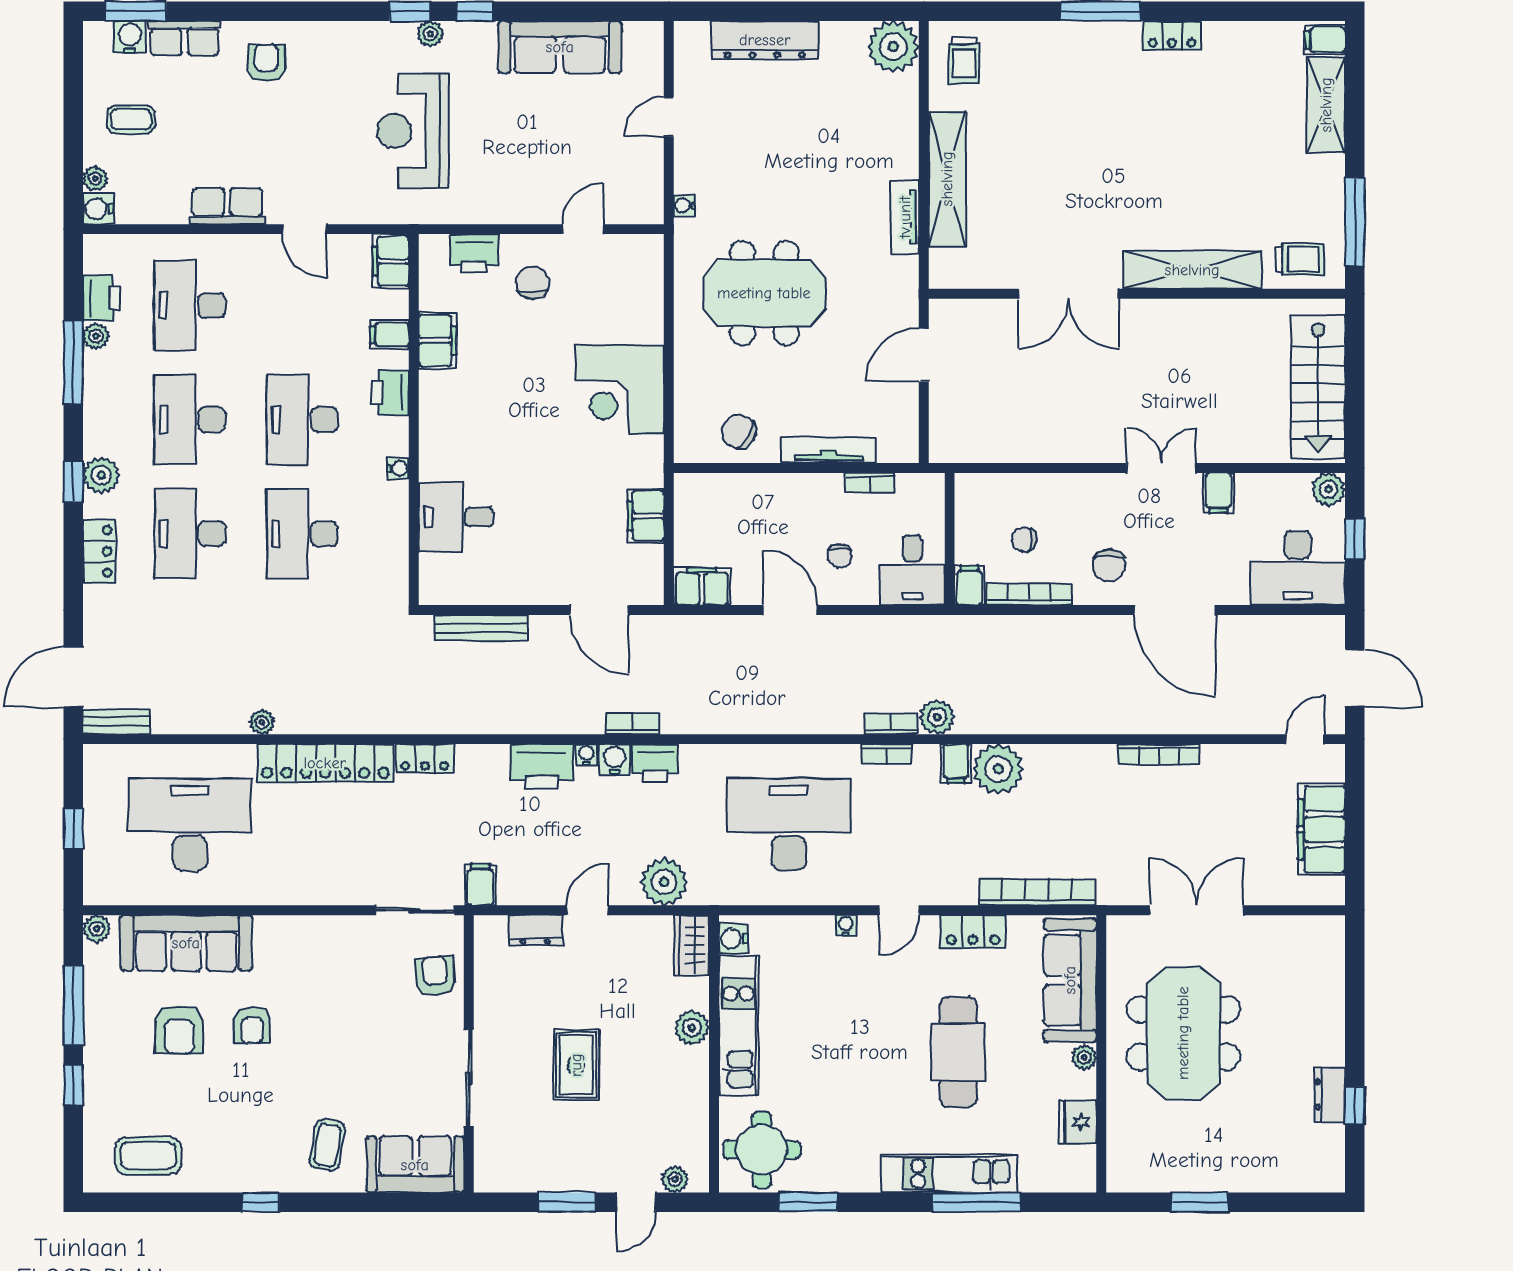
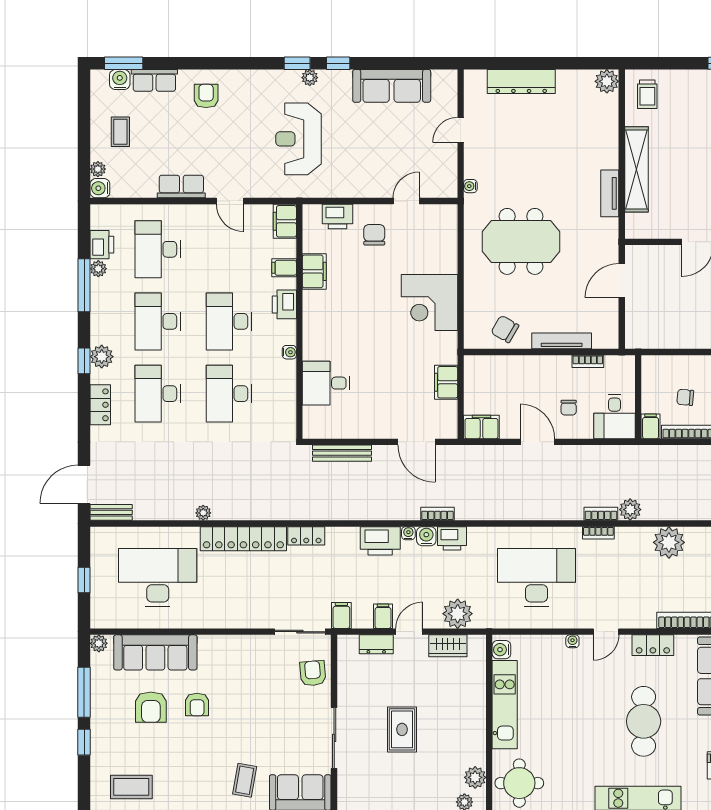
plant: (893, 47) -> (607, 81), width x0.73, depth x0.73
coffee table: (131, 120) -> (120, 132), turned 90
filing cabinet: (956, 763) -> (383, 616), moved, turned 180
wardrobe: (692, 945) -> (448, 646), moved, turned -90
plant: (692, 1028) -> (475, 777), moved

